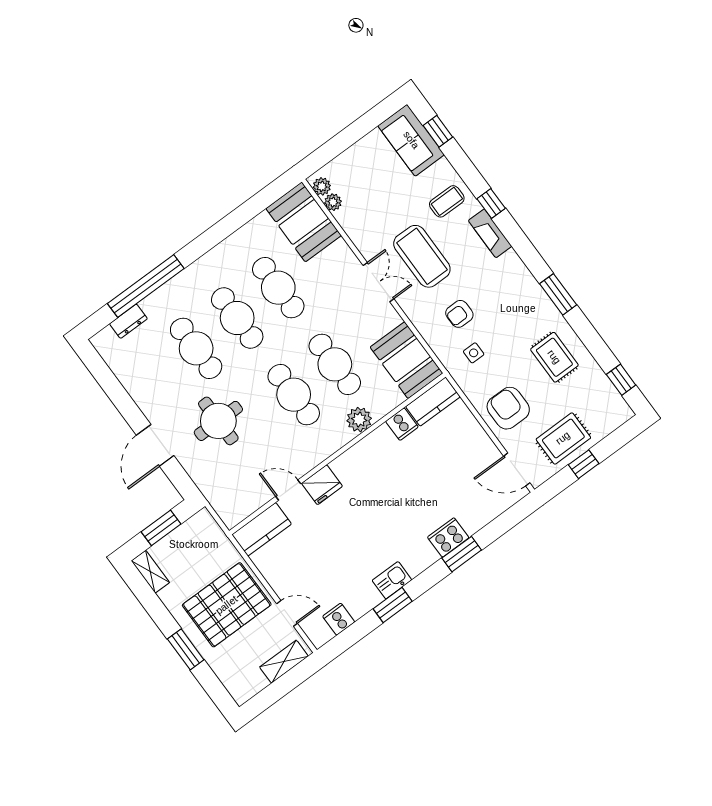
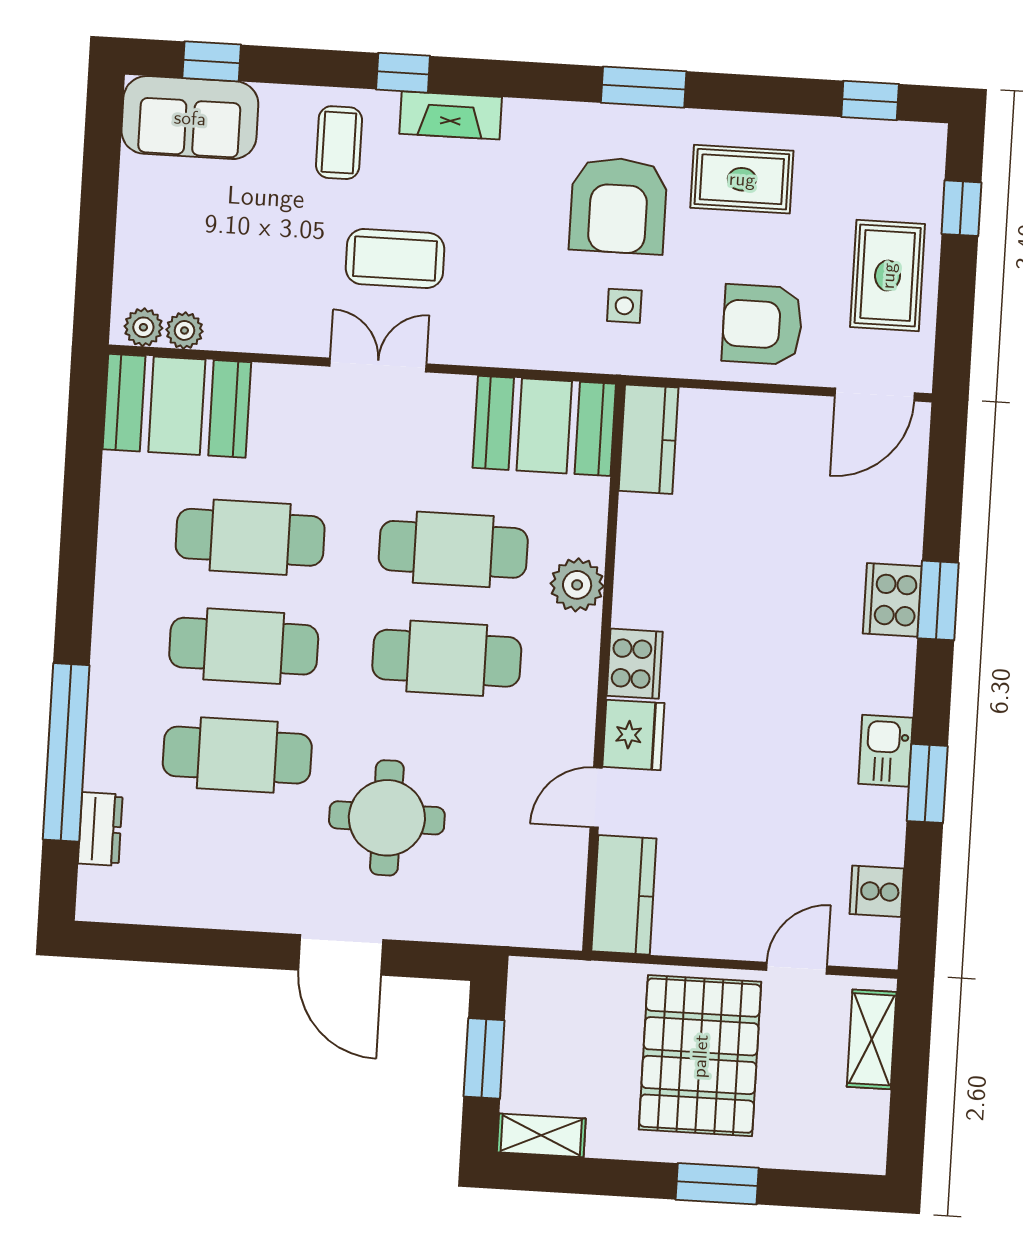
coffee table: (422, 256) -> (395, 259), width x0.73, depth x0.76
armchair: (459, 314) -> (618, 206), moved, width x1.88, depth x1.88
cooker: (402, 424) -> (635, 664), moved, width x1.36
window: (584, 464) -> (961, 208), moved

